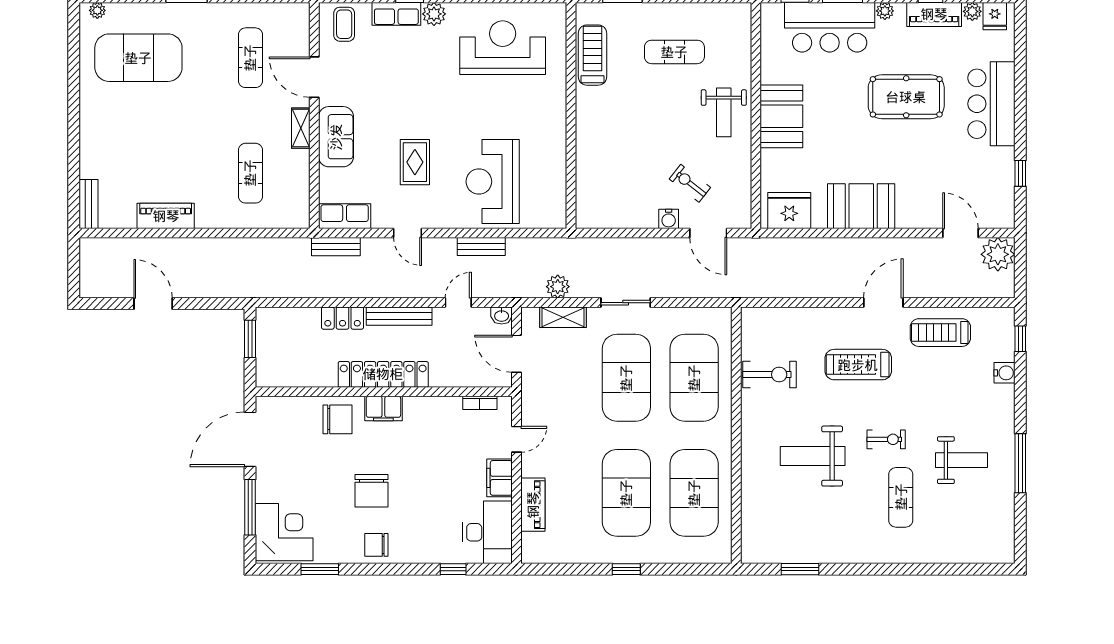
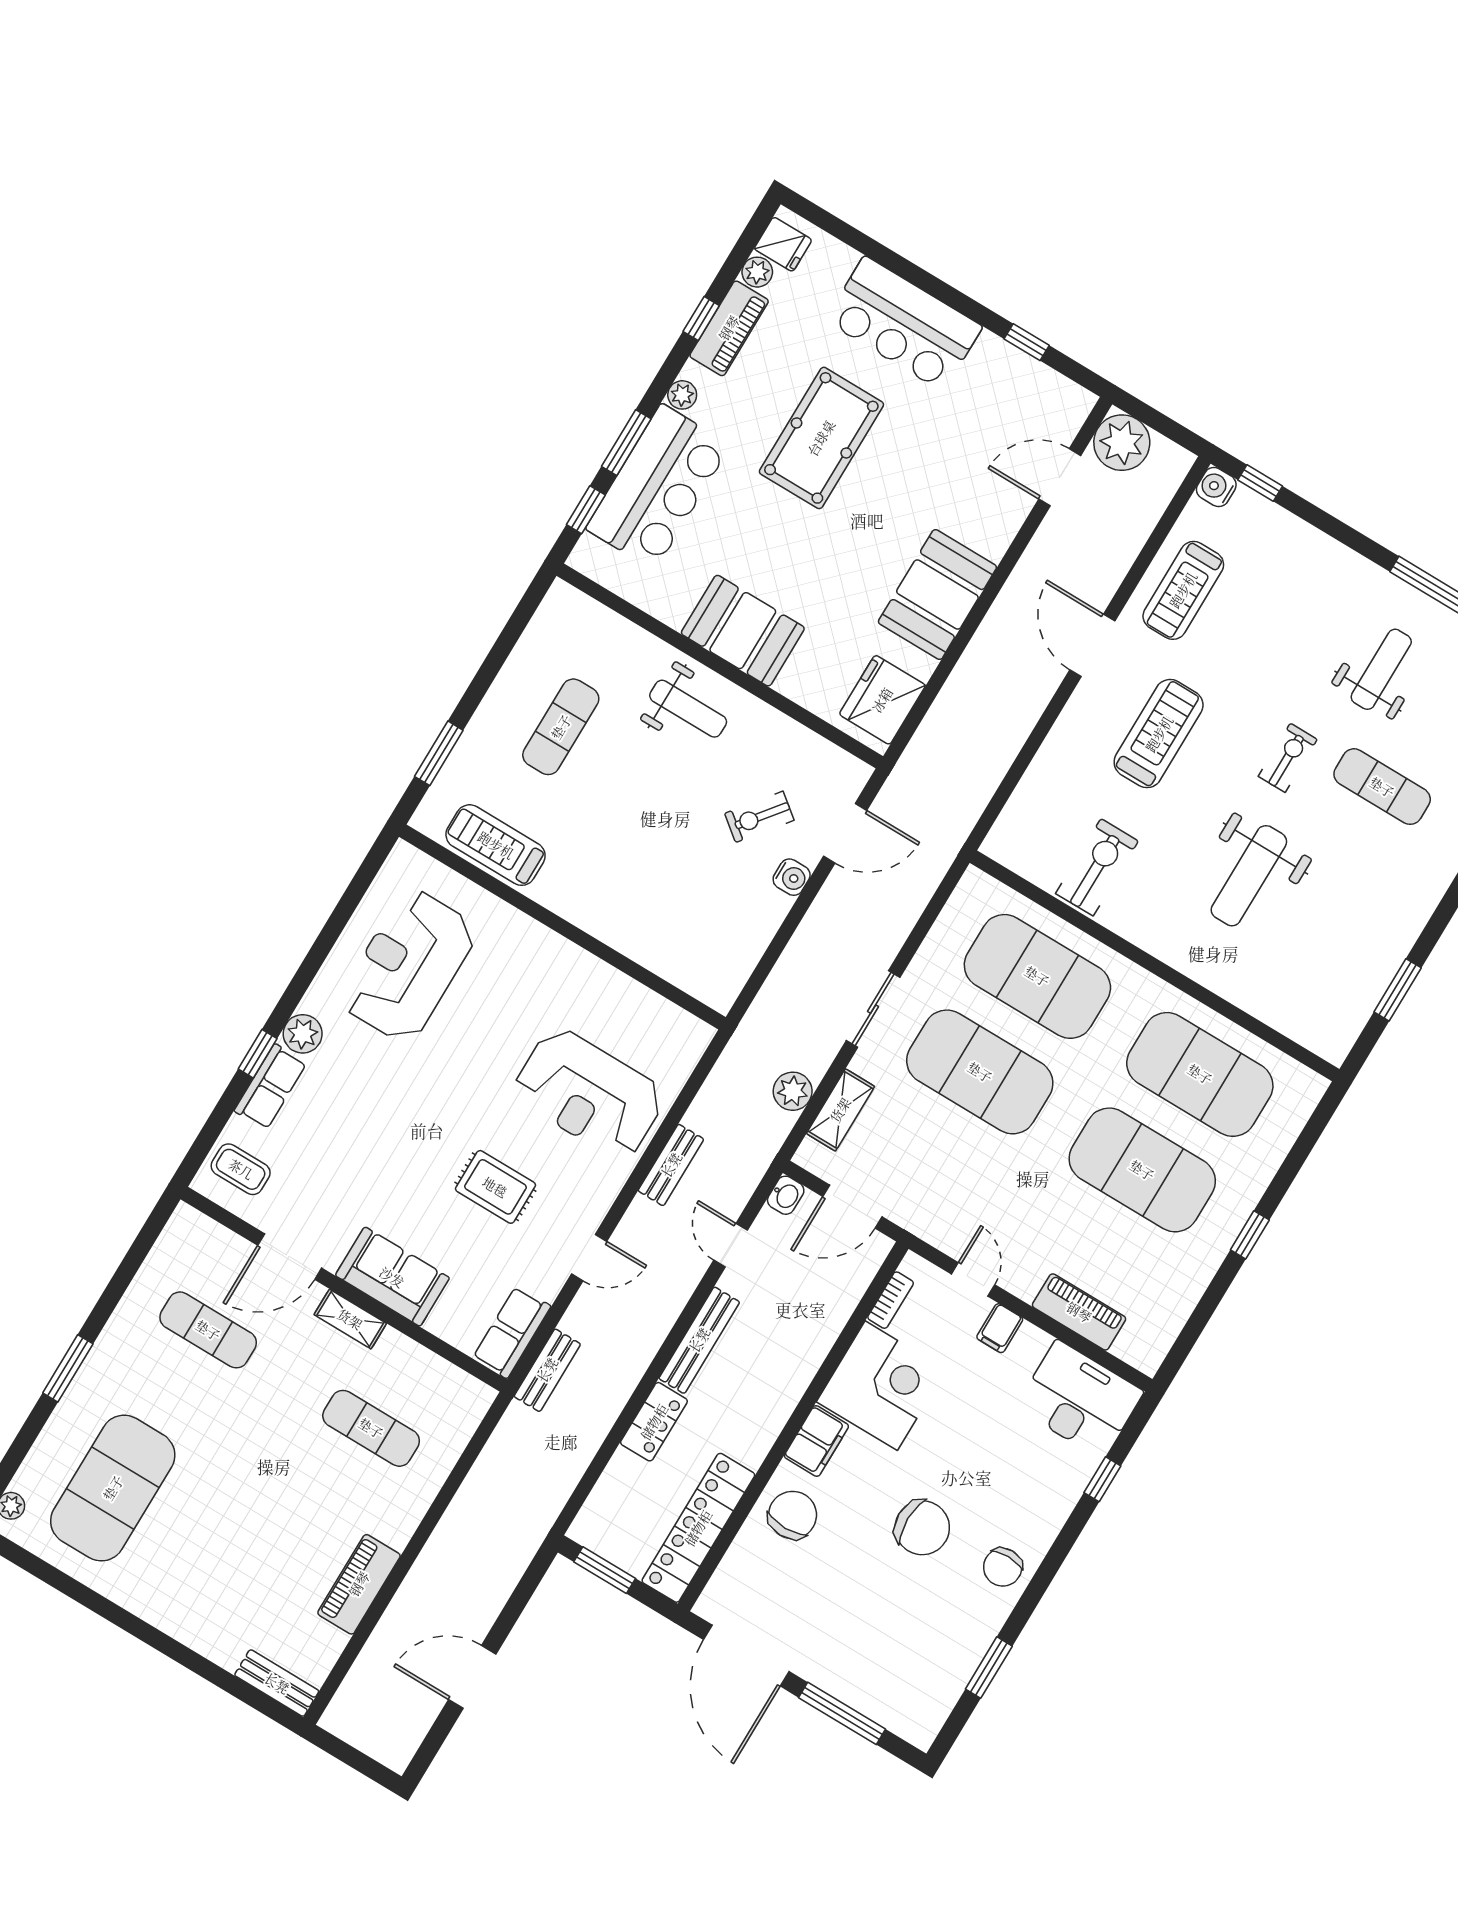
treadmill: (858, 365) -> (1159, 734), turned 180
water cooler: (1004, 373) -> (1216, 487), moved, turned -90
locker: (383, 374) -> (698, 1528), moved
filing cabinet: (500, 478) -> (1000, 1328), width x0.50
corner desk: (284, 532) -> (881, 1386), moved, turned 90

